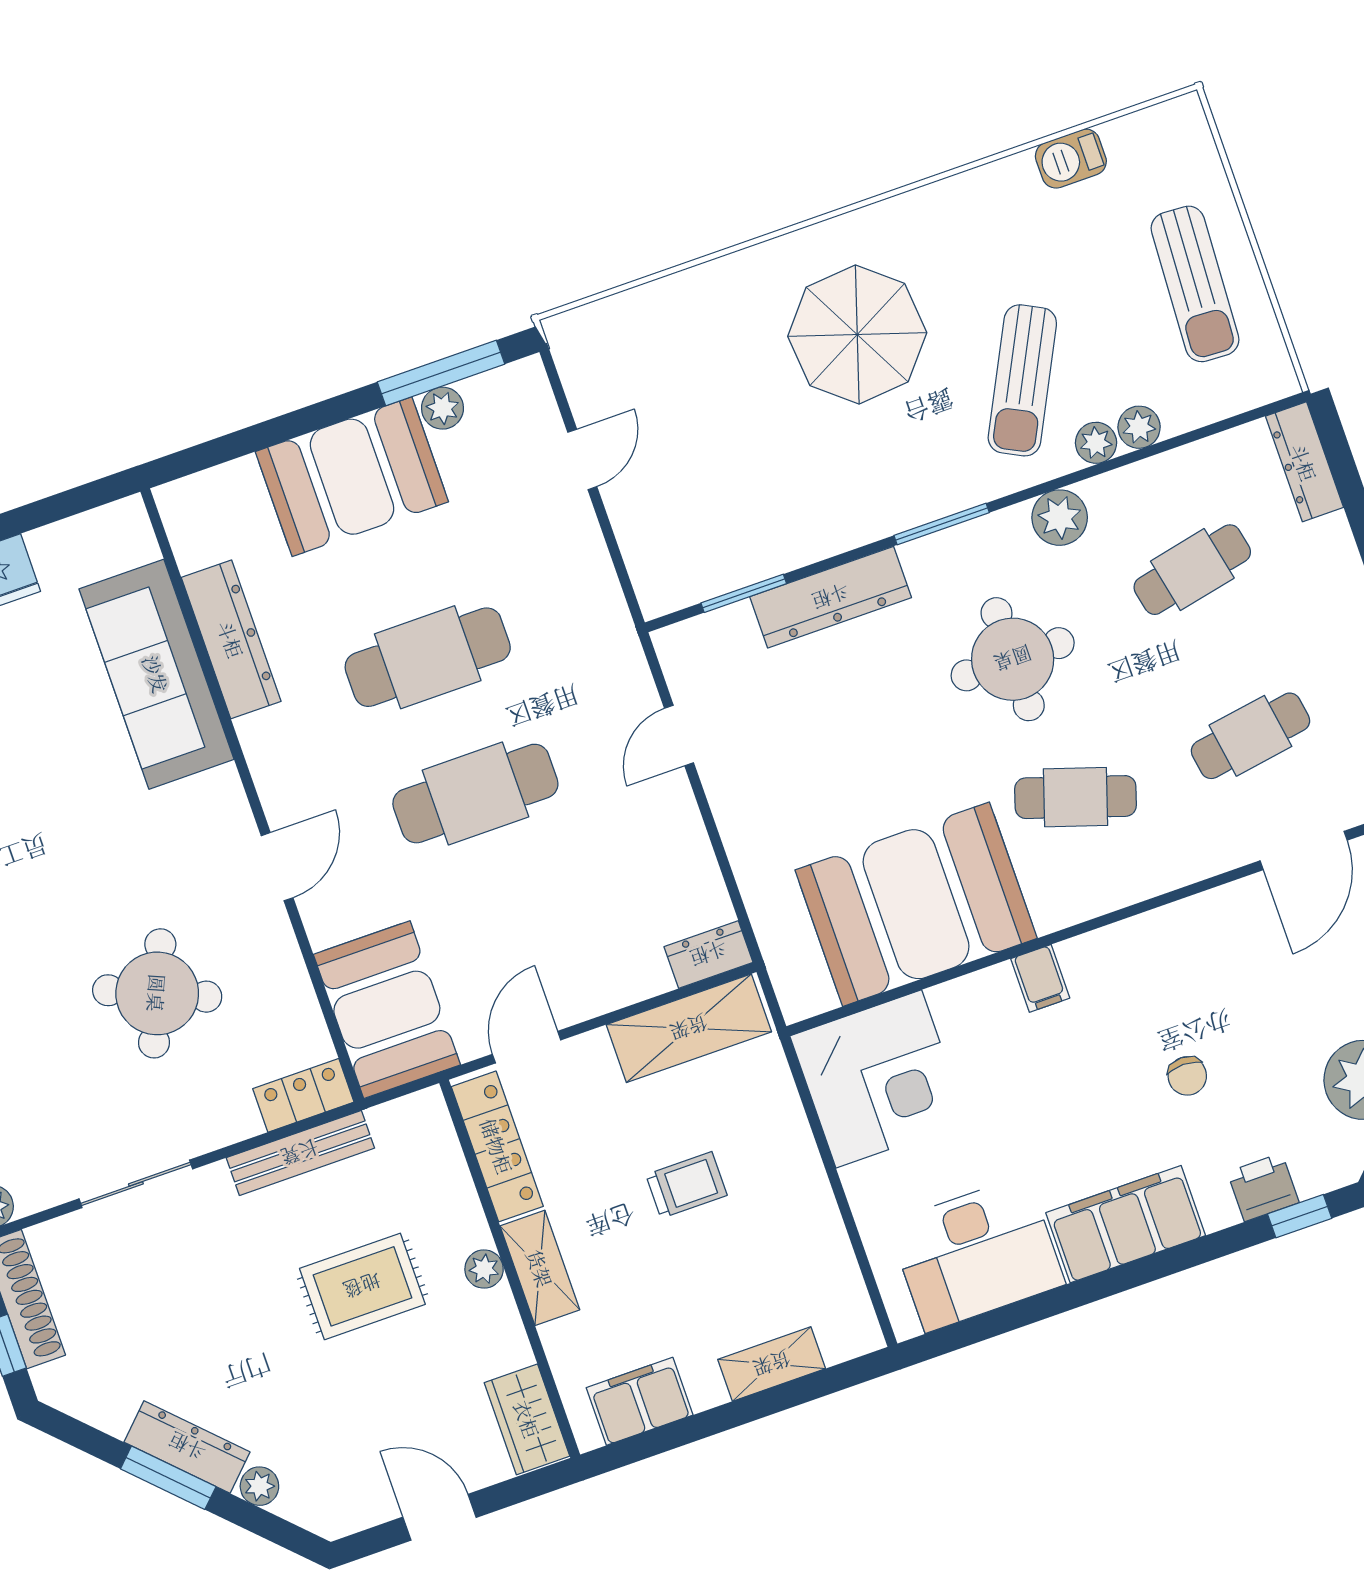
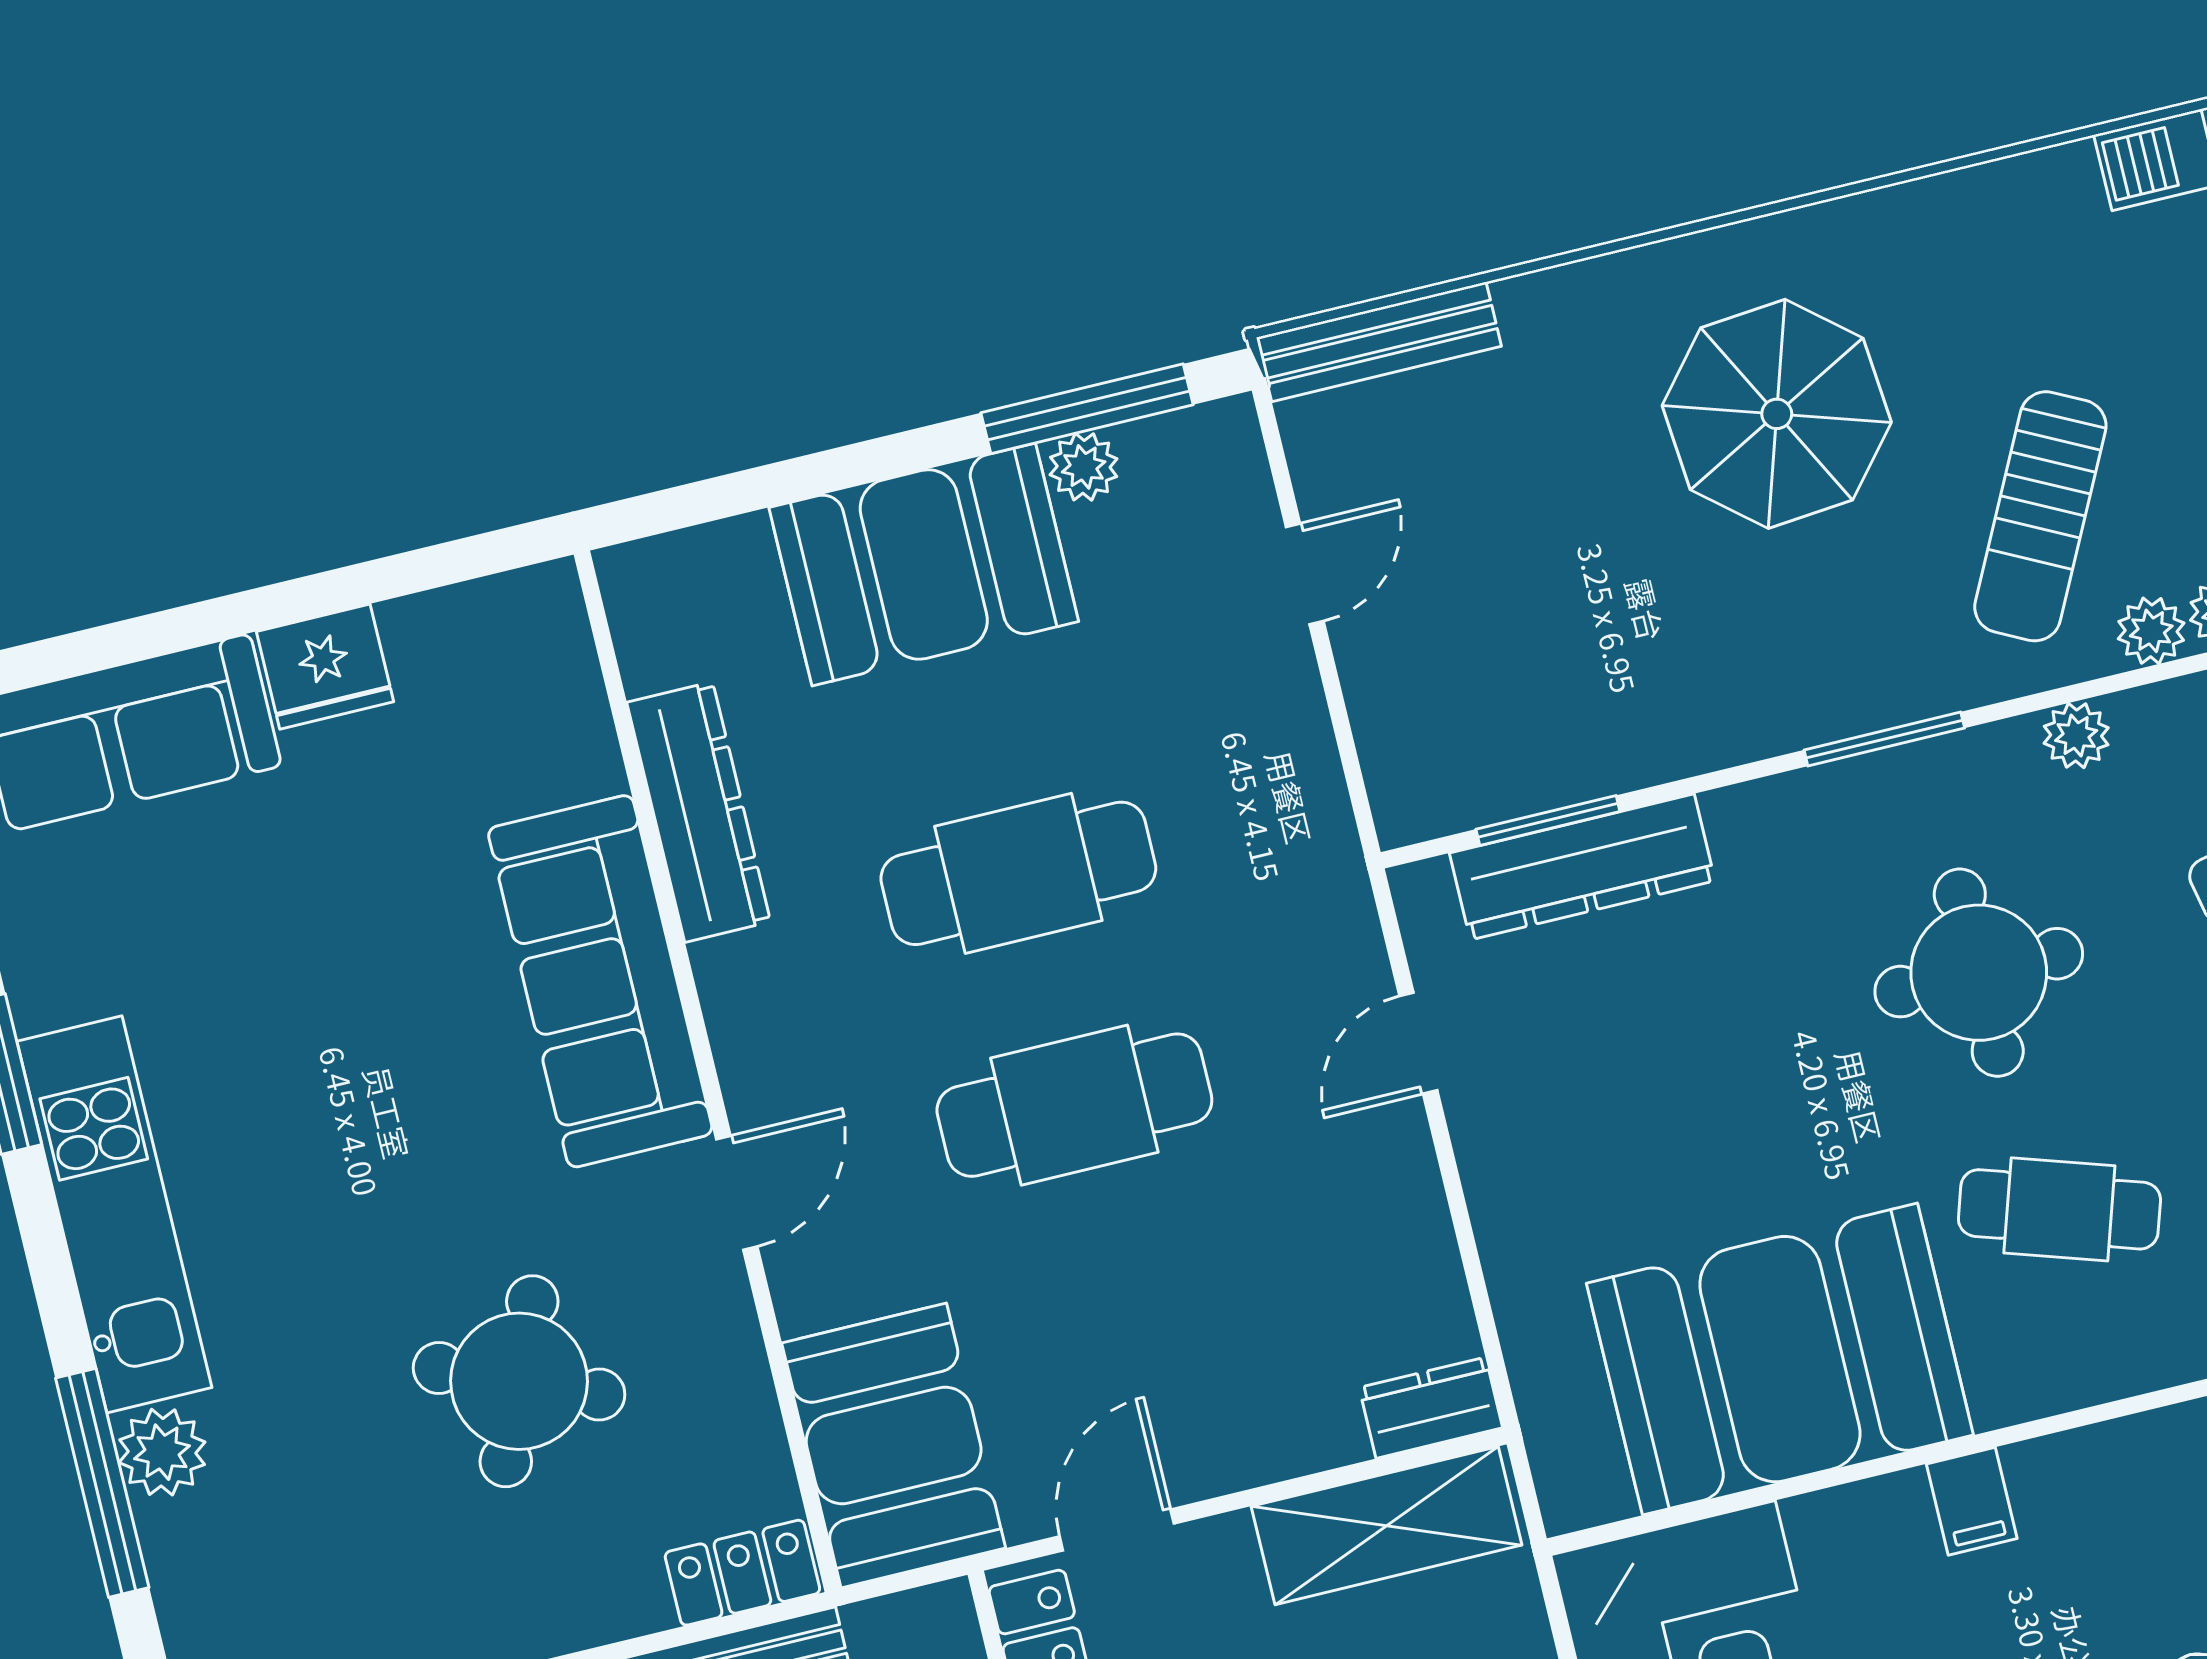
bench: (613, 315) -> (1379, 342), added
plant: (1060, 518) -> (2076, 735), width x0.73, depth x0.73
dresser: (831, 597) -> (1582, 867), moved
sofa: (156, 674) -> (600, 981), moved

